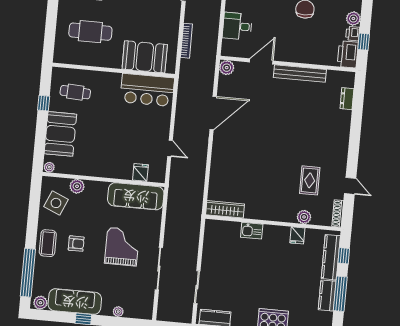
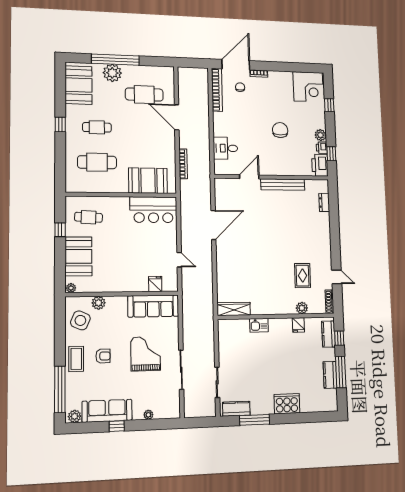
plant: (227, 68) -> (221, 184), removed
kitchen counter: (331, 257) -> (328, 334), width x0.67

